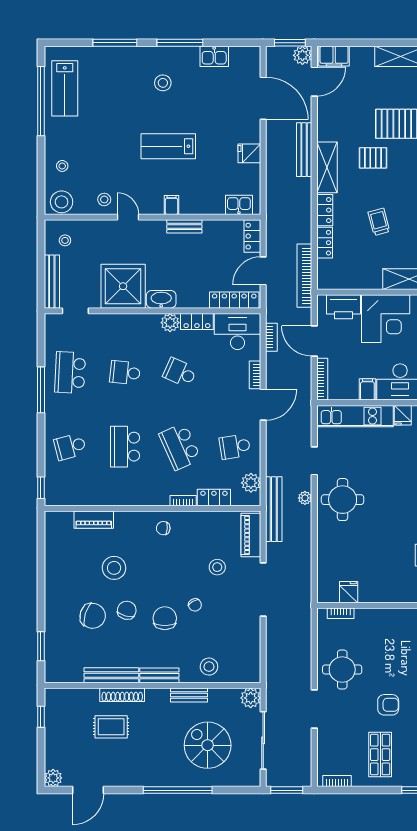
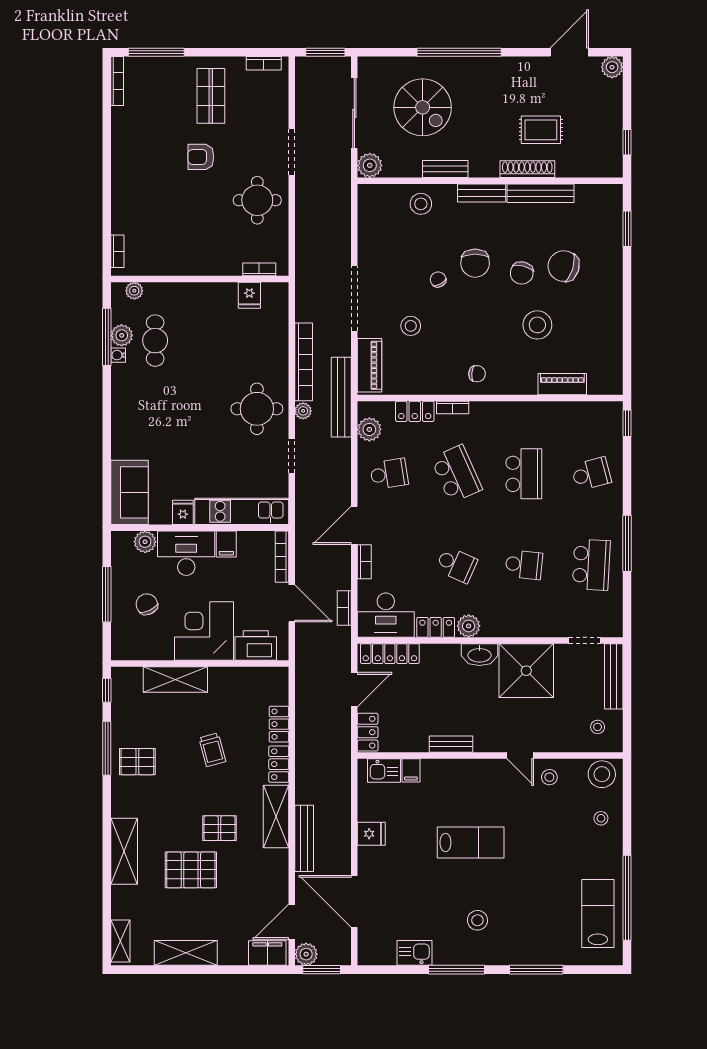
filing cabinet: (172, 205) -> (411, 770), moved
bookcase: (304, 276) -> (304, 362), moved

